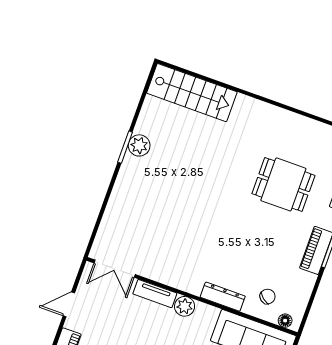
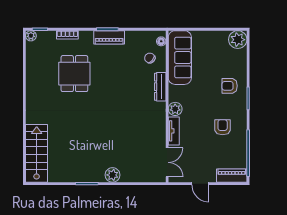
plant: (139, 145) -> (113, 175), moved

